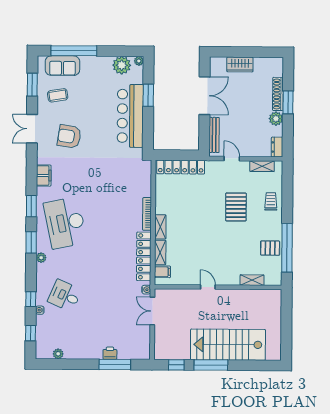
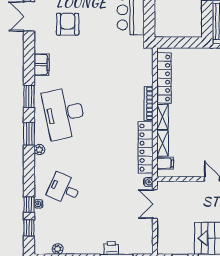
armchair: (69, 137) -> (68, 24), turned 81
locker: (181, 167) -> (164, 78), moved, turned -90
window: (31, 299) -> (29, 205), moved

